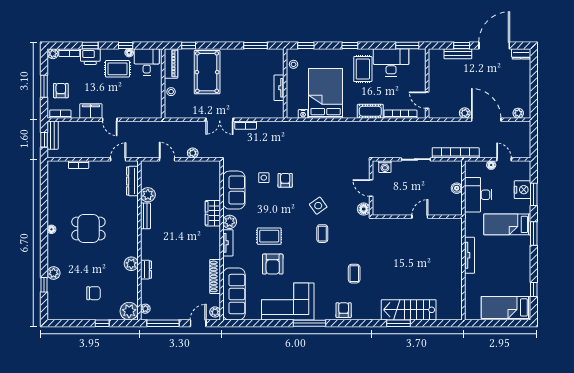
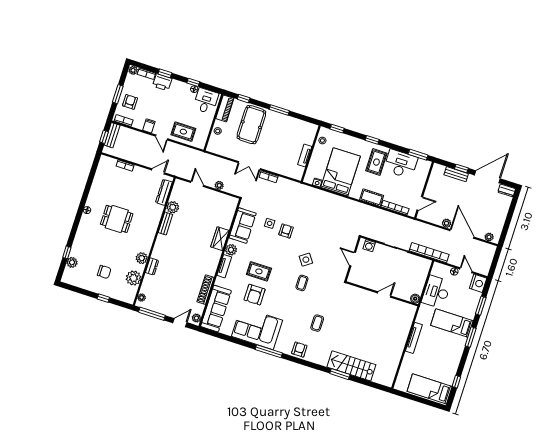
window: (256, 45) -> (279, 110), moved
rug: (117, 69) -> (183, 132), moved
door: (427, 100) -> (420, 203), swing flipped
filing cabinet: (91, 111) -> (149, 126), width x0.50
boiler: (457, 188) -> (415, 299), moved
nightstand: (522, 190) -> (478, 283), moved
floor lamp: (364, 209) -> (341, 274), removed
plant: (54, 273) -> (72, 262), moved
plant: (129, 311) -> (134, 278), moved

